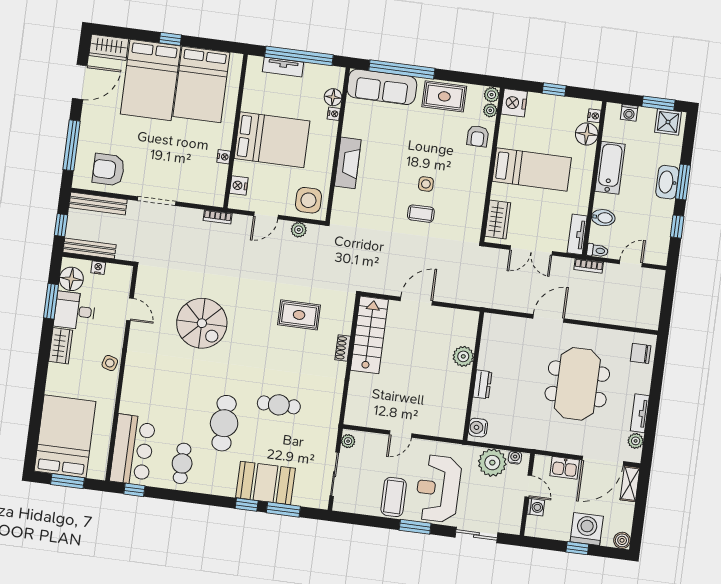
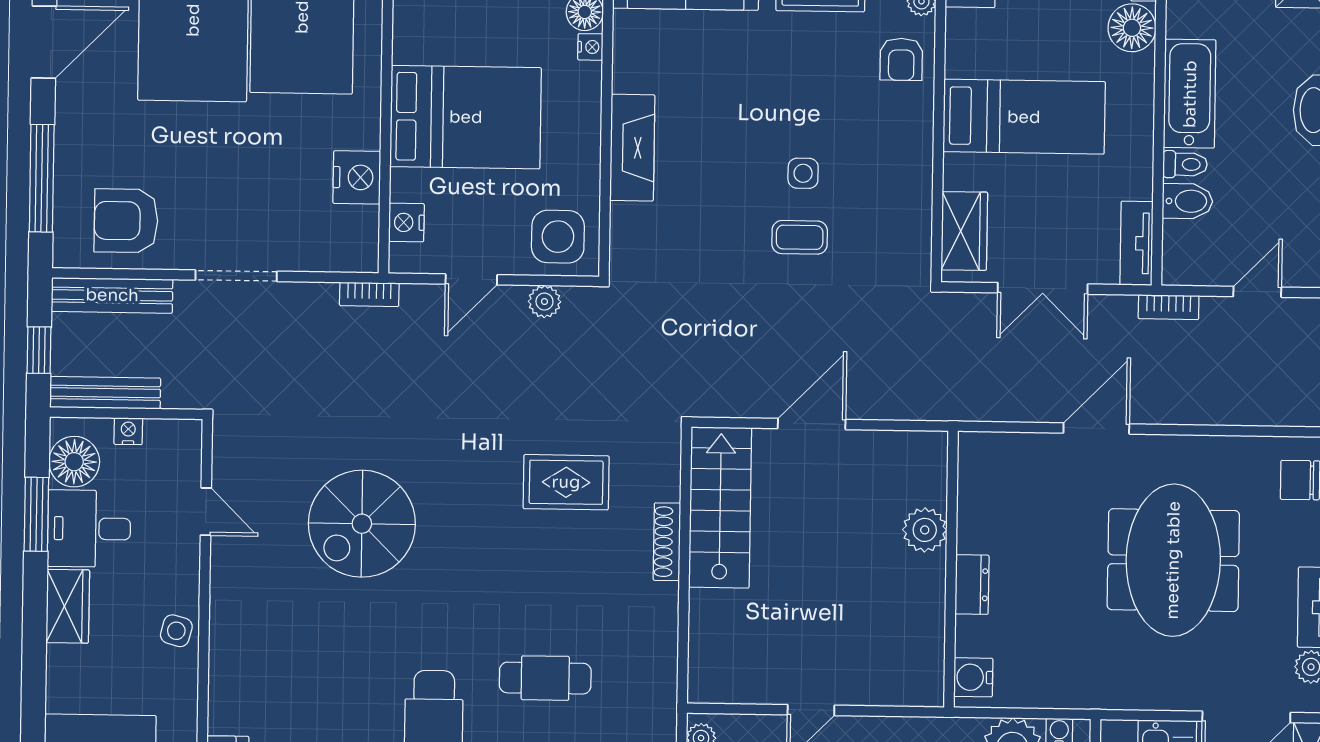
nightstand: (224, 157) -> (357, 177), width x1.89, depth x1.79
toilet: (597, 251) -> (1185, 164), moved
spiral stairs: (202, 323) -> (362, 524), turned 90
shoe rack: (343, 348) -> (667, 542), width x1.43

